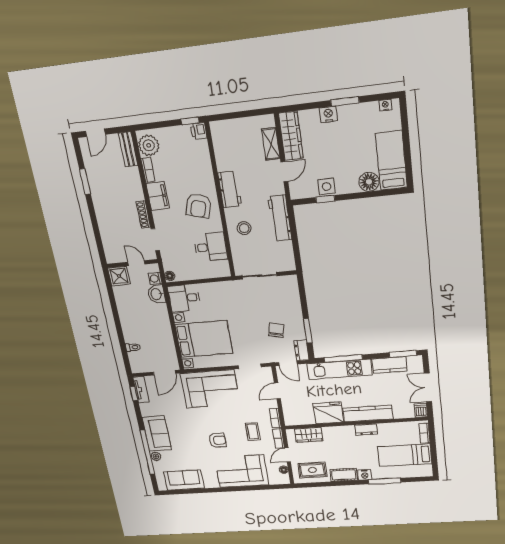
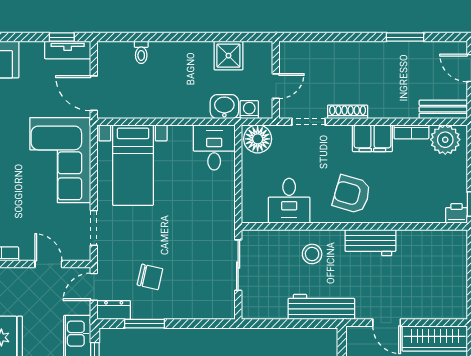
shelving: (271, 144) -> (427, 310), removed
shower: (119, 276) -> (228, 56), moved
floor lamp: (170, 276) -> (258, 139), width x1.89, depth x1.89
bed with nightstands: (204, 339) -> (133, 165), width x0.73

